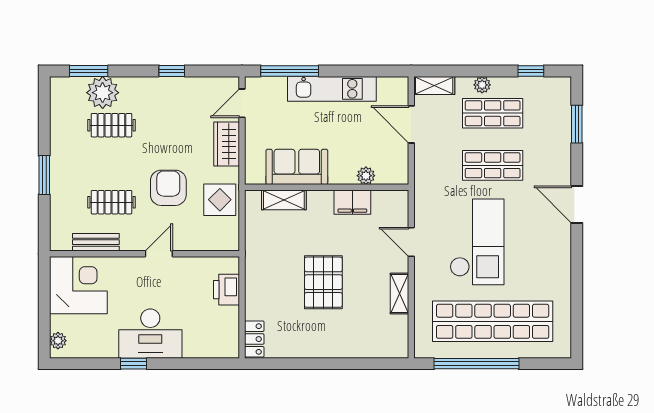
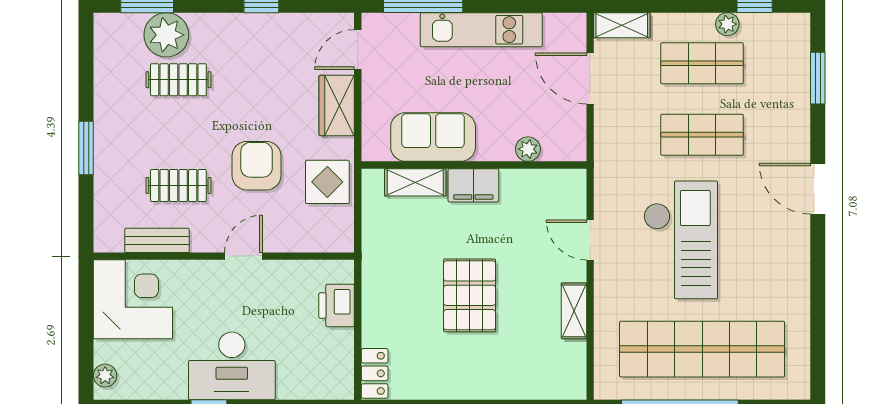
plant: (482, 85) -> (727, 24), moved
filing cabinet: (352, 202) -> (473, 185), moved

